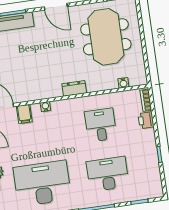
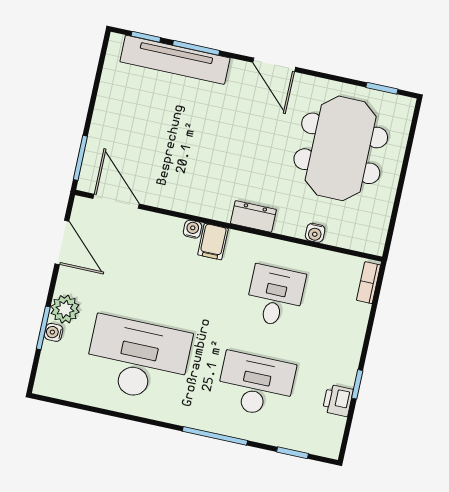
water cooler: (123, 83) -> (315, 233), moved
filing cabinet: (24, 114) -> (213, 242), moved
printer: (146, 120) -> (338, 400), moved

